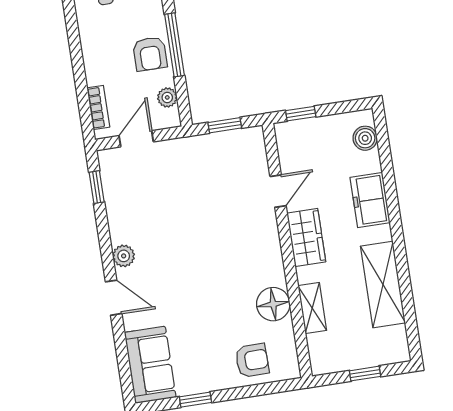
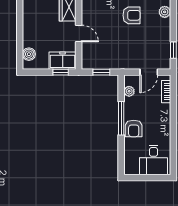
armchair: (150, 54) -> (134, 129), moved, turned 180
door: (278, 191) -> (79, 33), swing flipped
freezer: (370, 200) -> (63, 61), moved, turned -90
armchair: (185, 240) -> (132, 15), added

